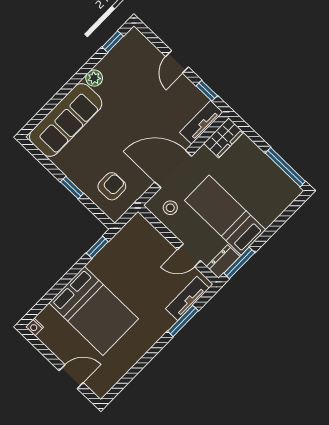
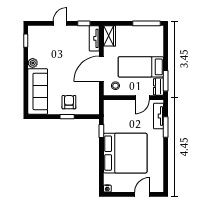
door: (177, 62) -> (60, 23), swing flipped
armchair: (112, 186) -> (69, 102), moved
bed: (94, 311) -> (125, 153), width x1.36

